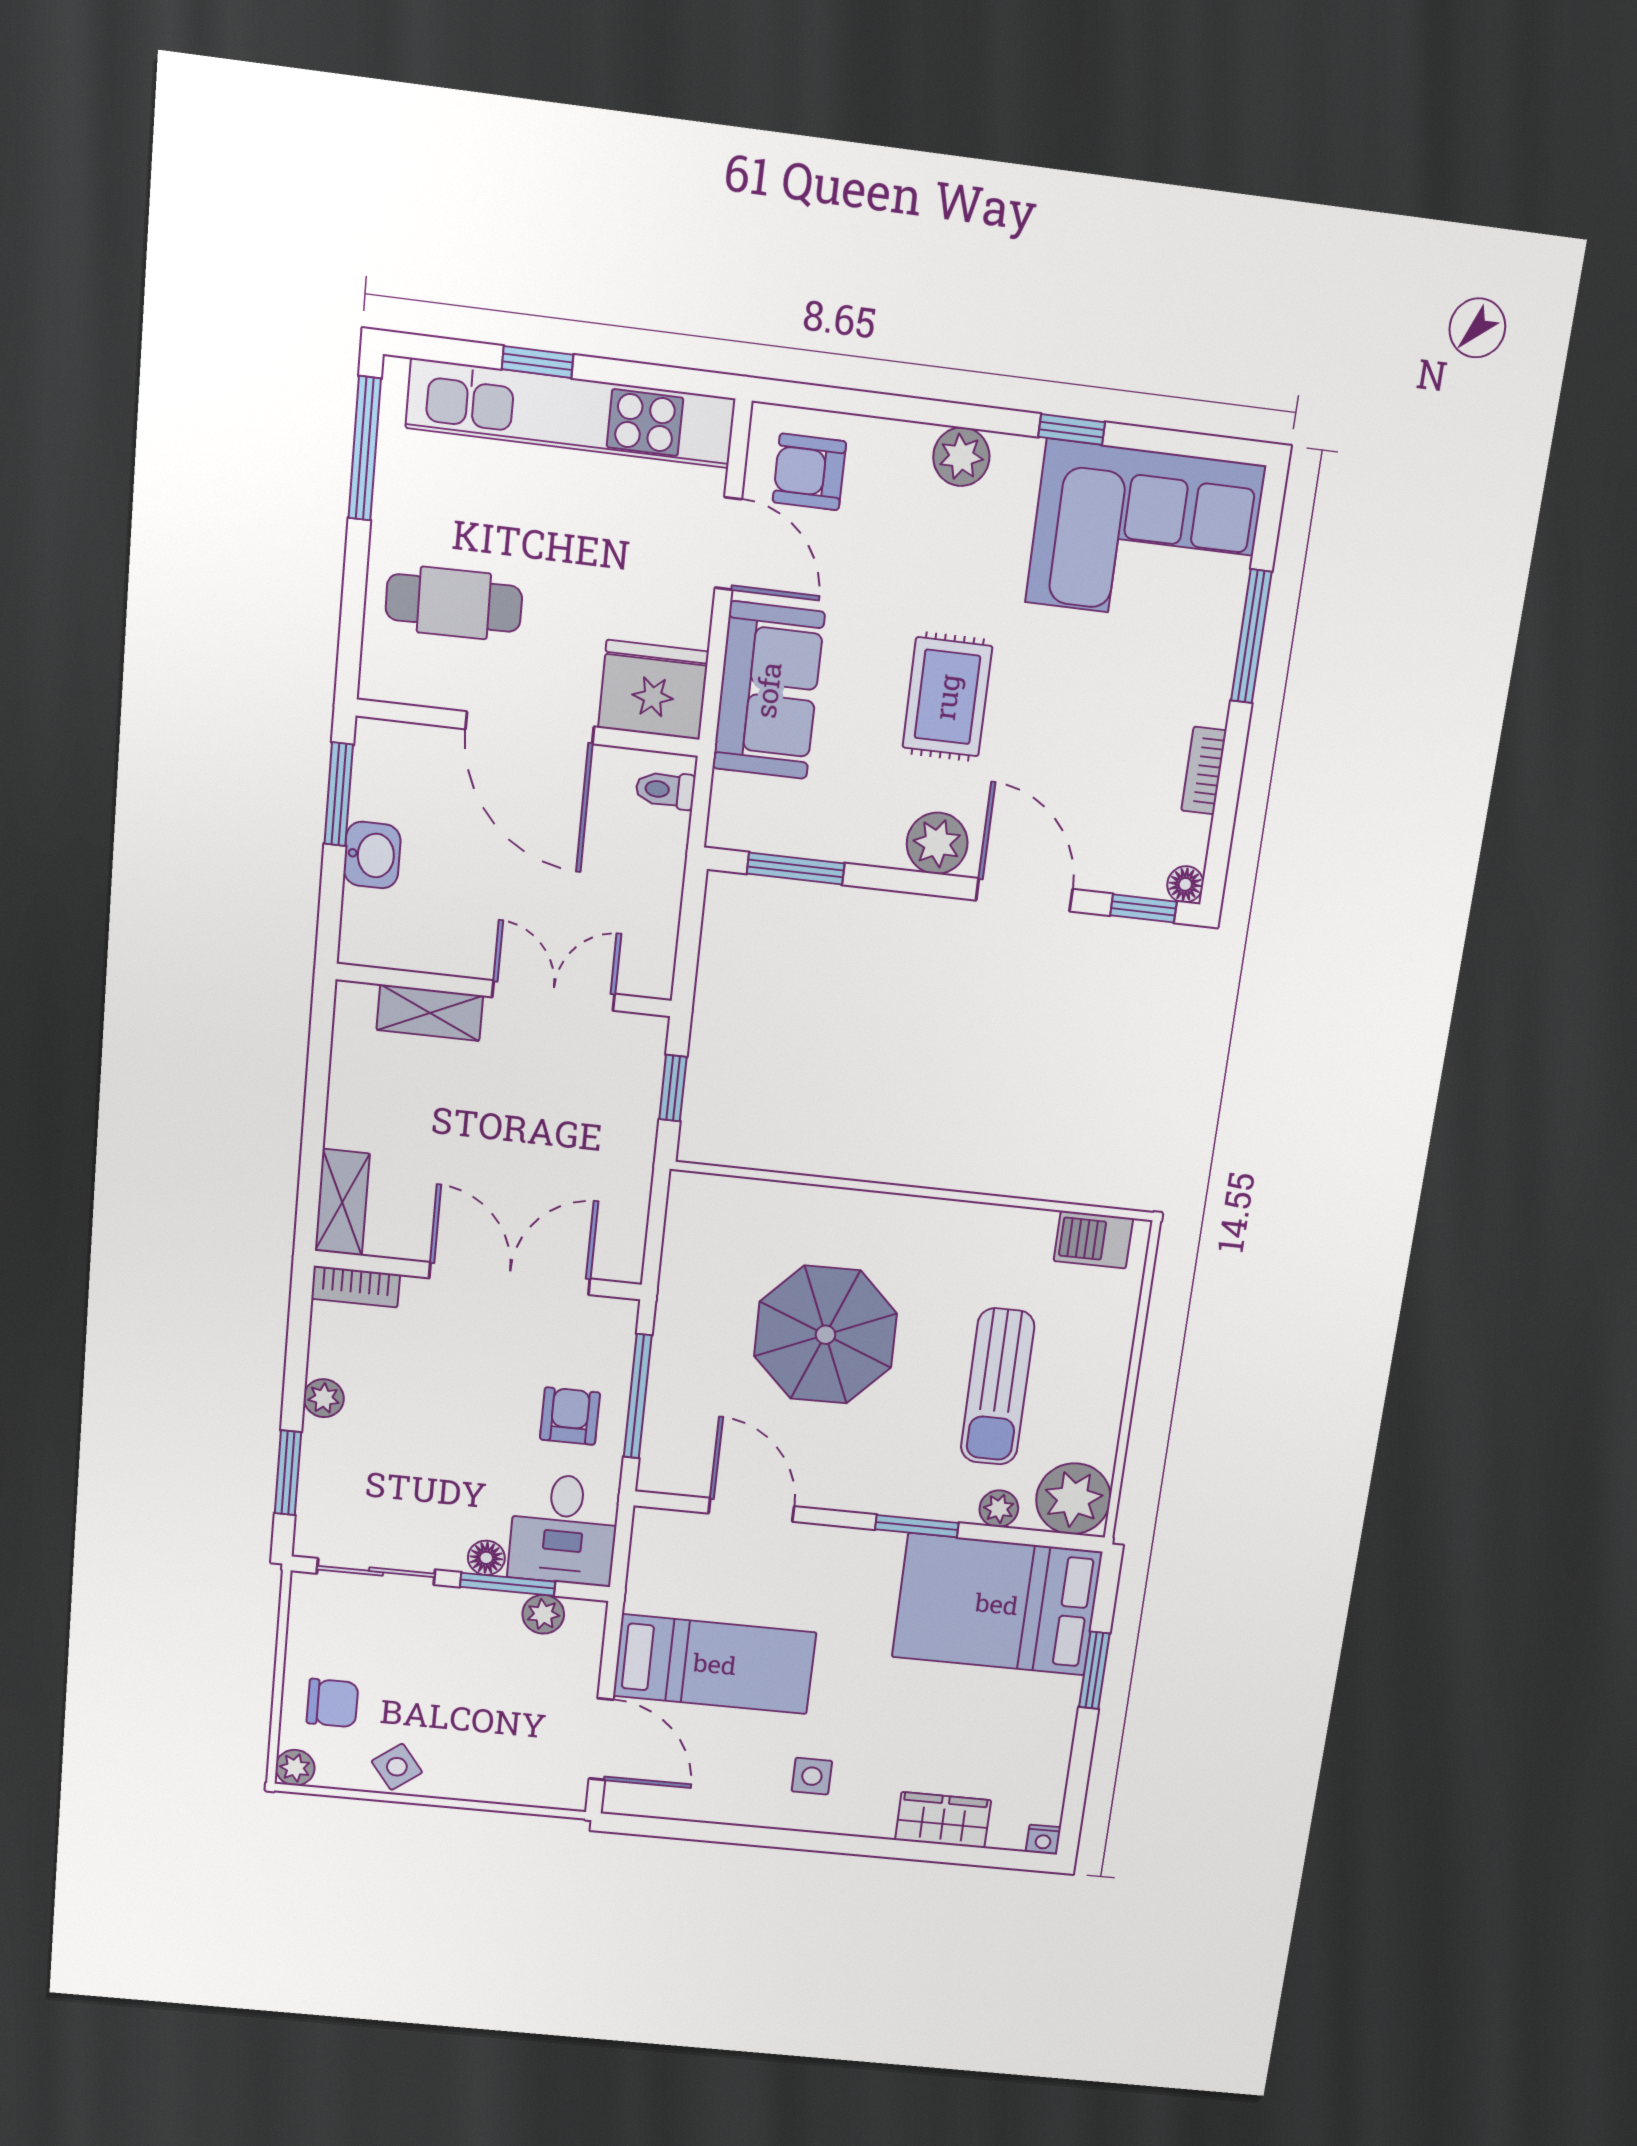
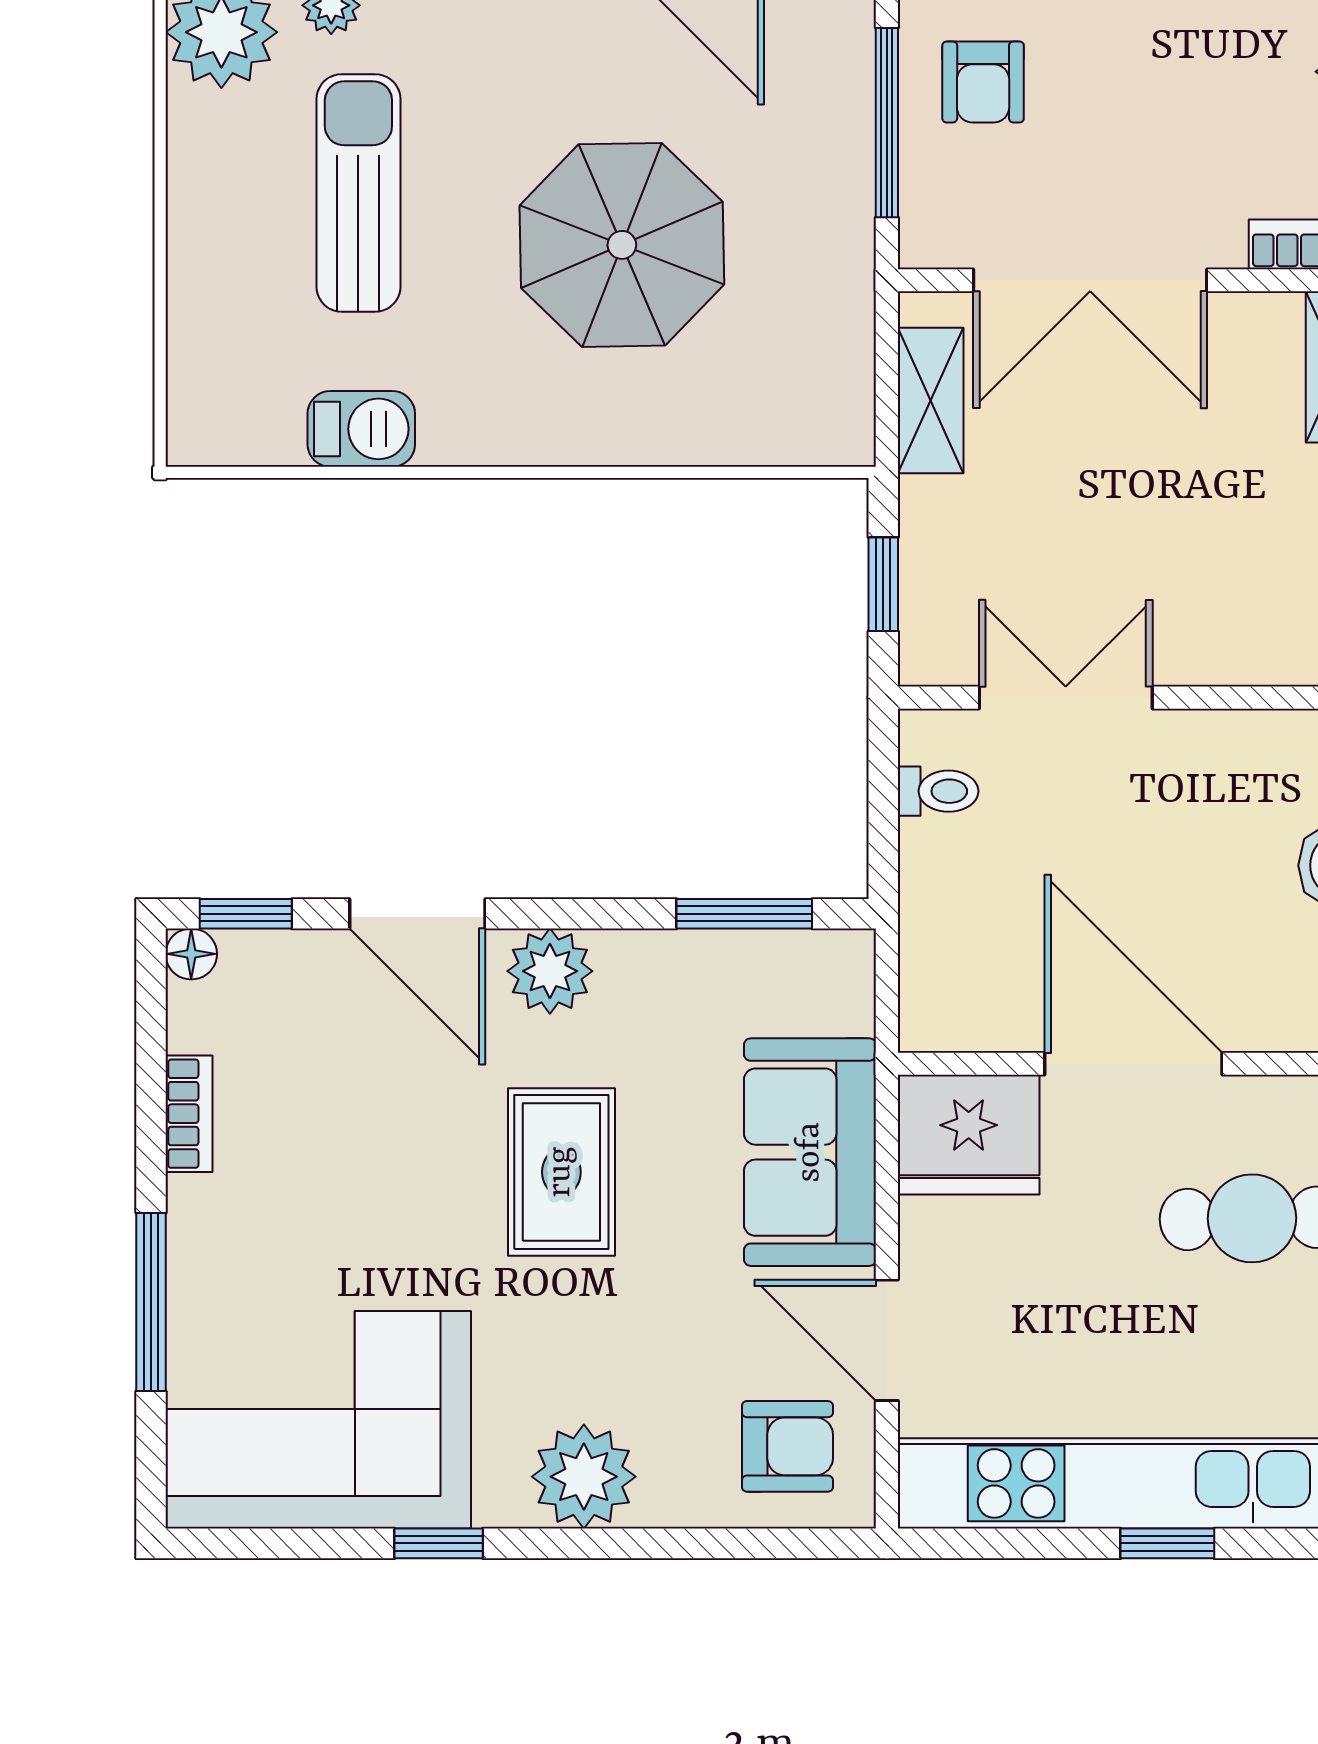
plant: (961, 457) -> (584, 1477), width x1.36, depth x1.36
toilet: (665, 790) -> (938, 791), moved
double door: (553, 996) -> (1066, 698), swing flipped
shelving: (430, 1013) -> (931, 400), moved, turned 90
barbecue: (1093, 1240) -> (361, 429), moved

